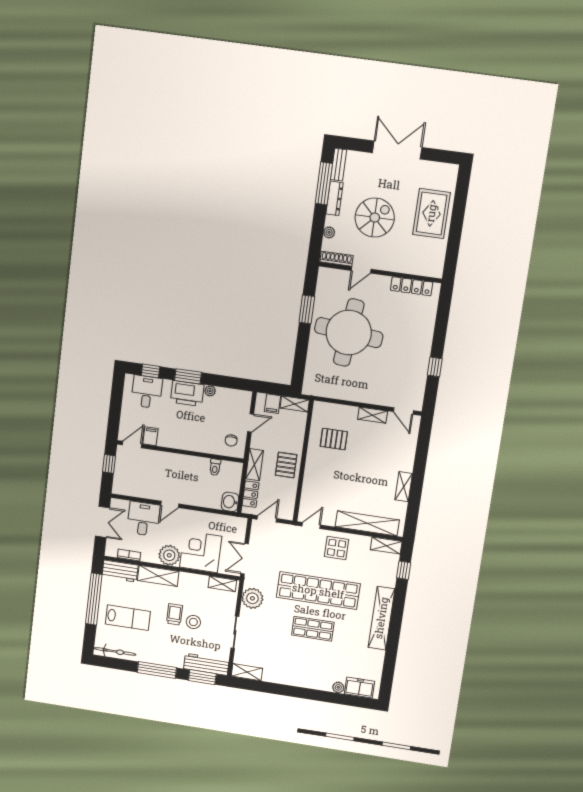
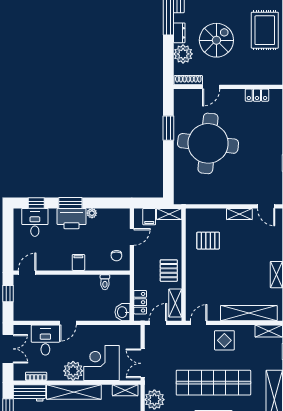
dresser: (334, 198) -> (179, 33), width x0.70
plant: (329, 232) -> (183, 54), width x1.87, depth x1.87
locker: (412, 286) -> (257, 95), width x0.66
filing cabinet: (150, 436) -> (78, 262), moved
shelving: (254, 465) -> (175, 303), moved
shelving: (158, 576) -> (74, 392), width x1.47

